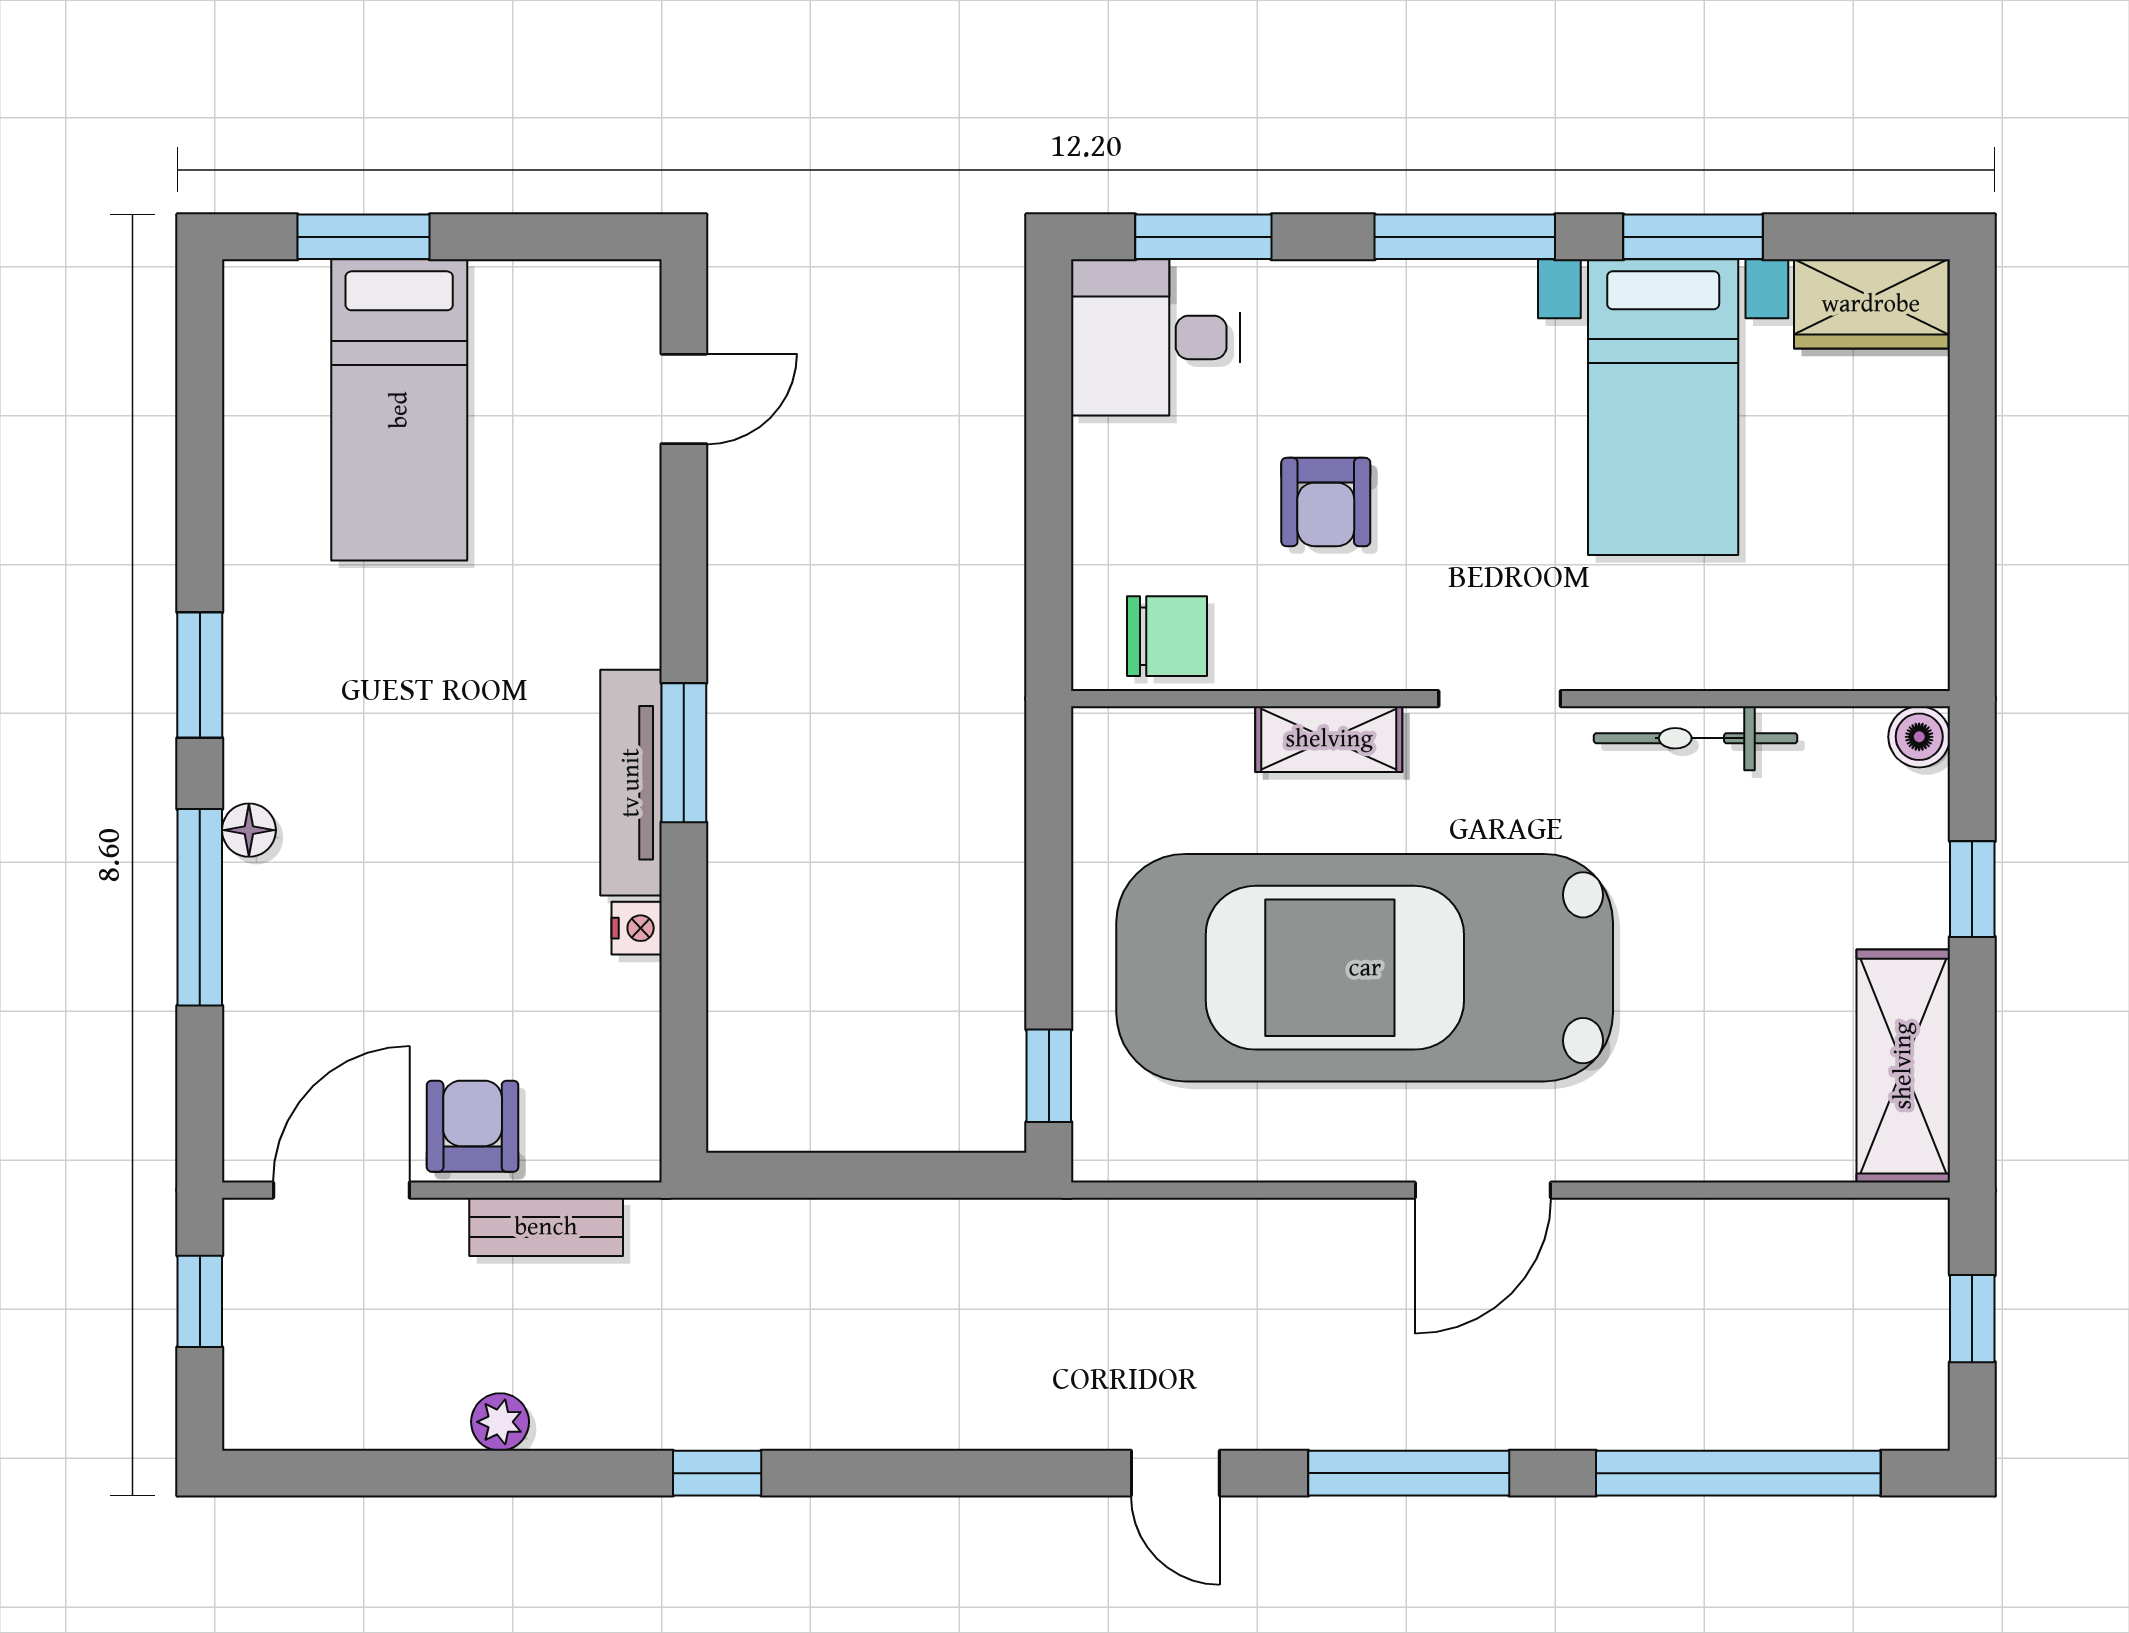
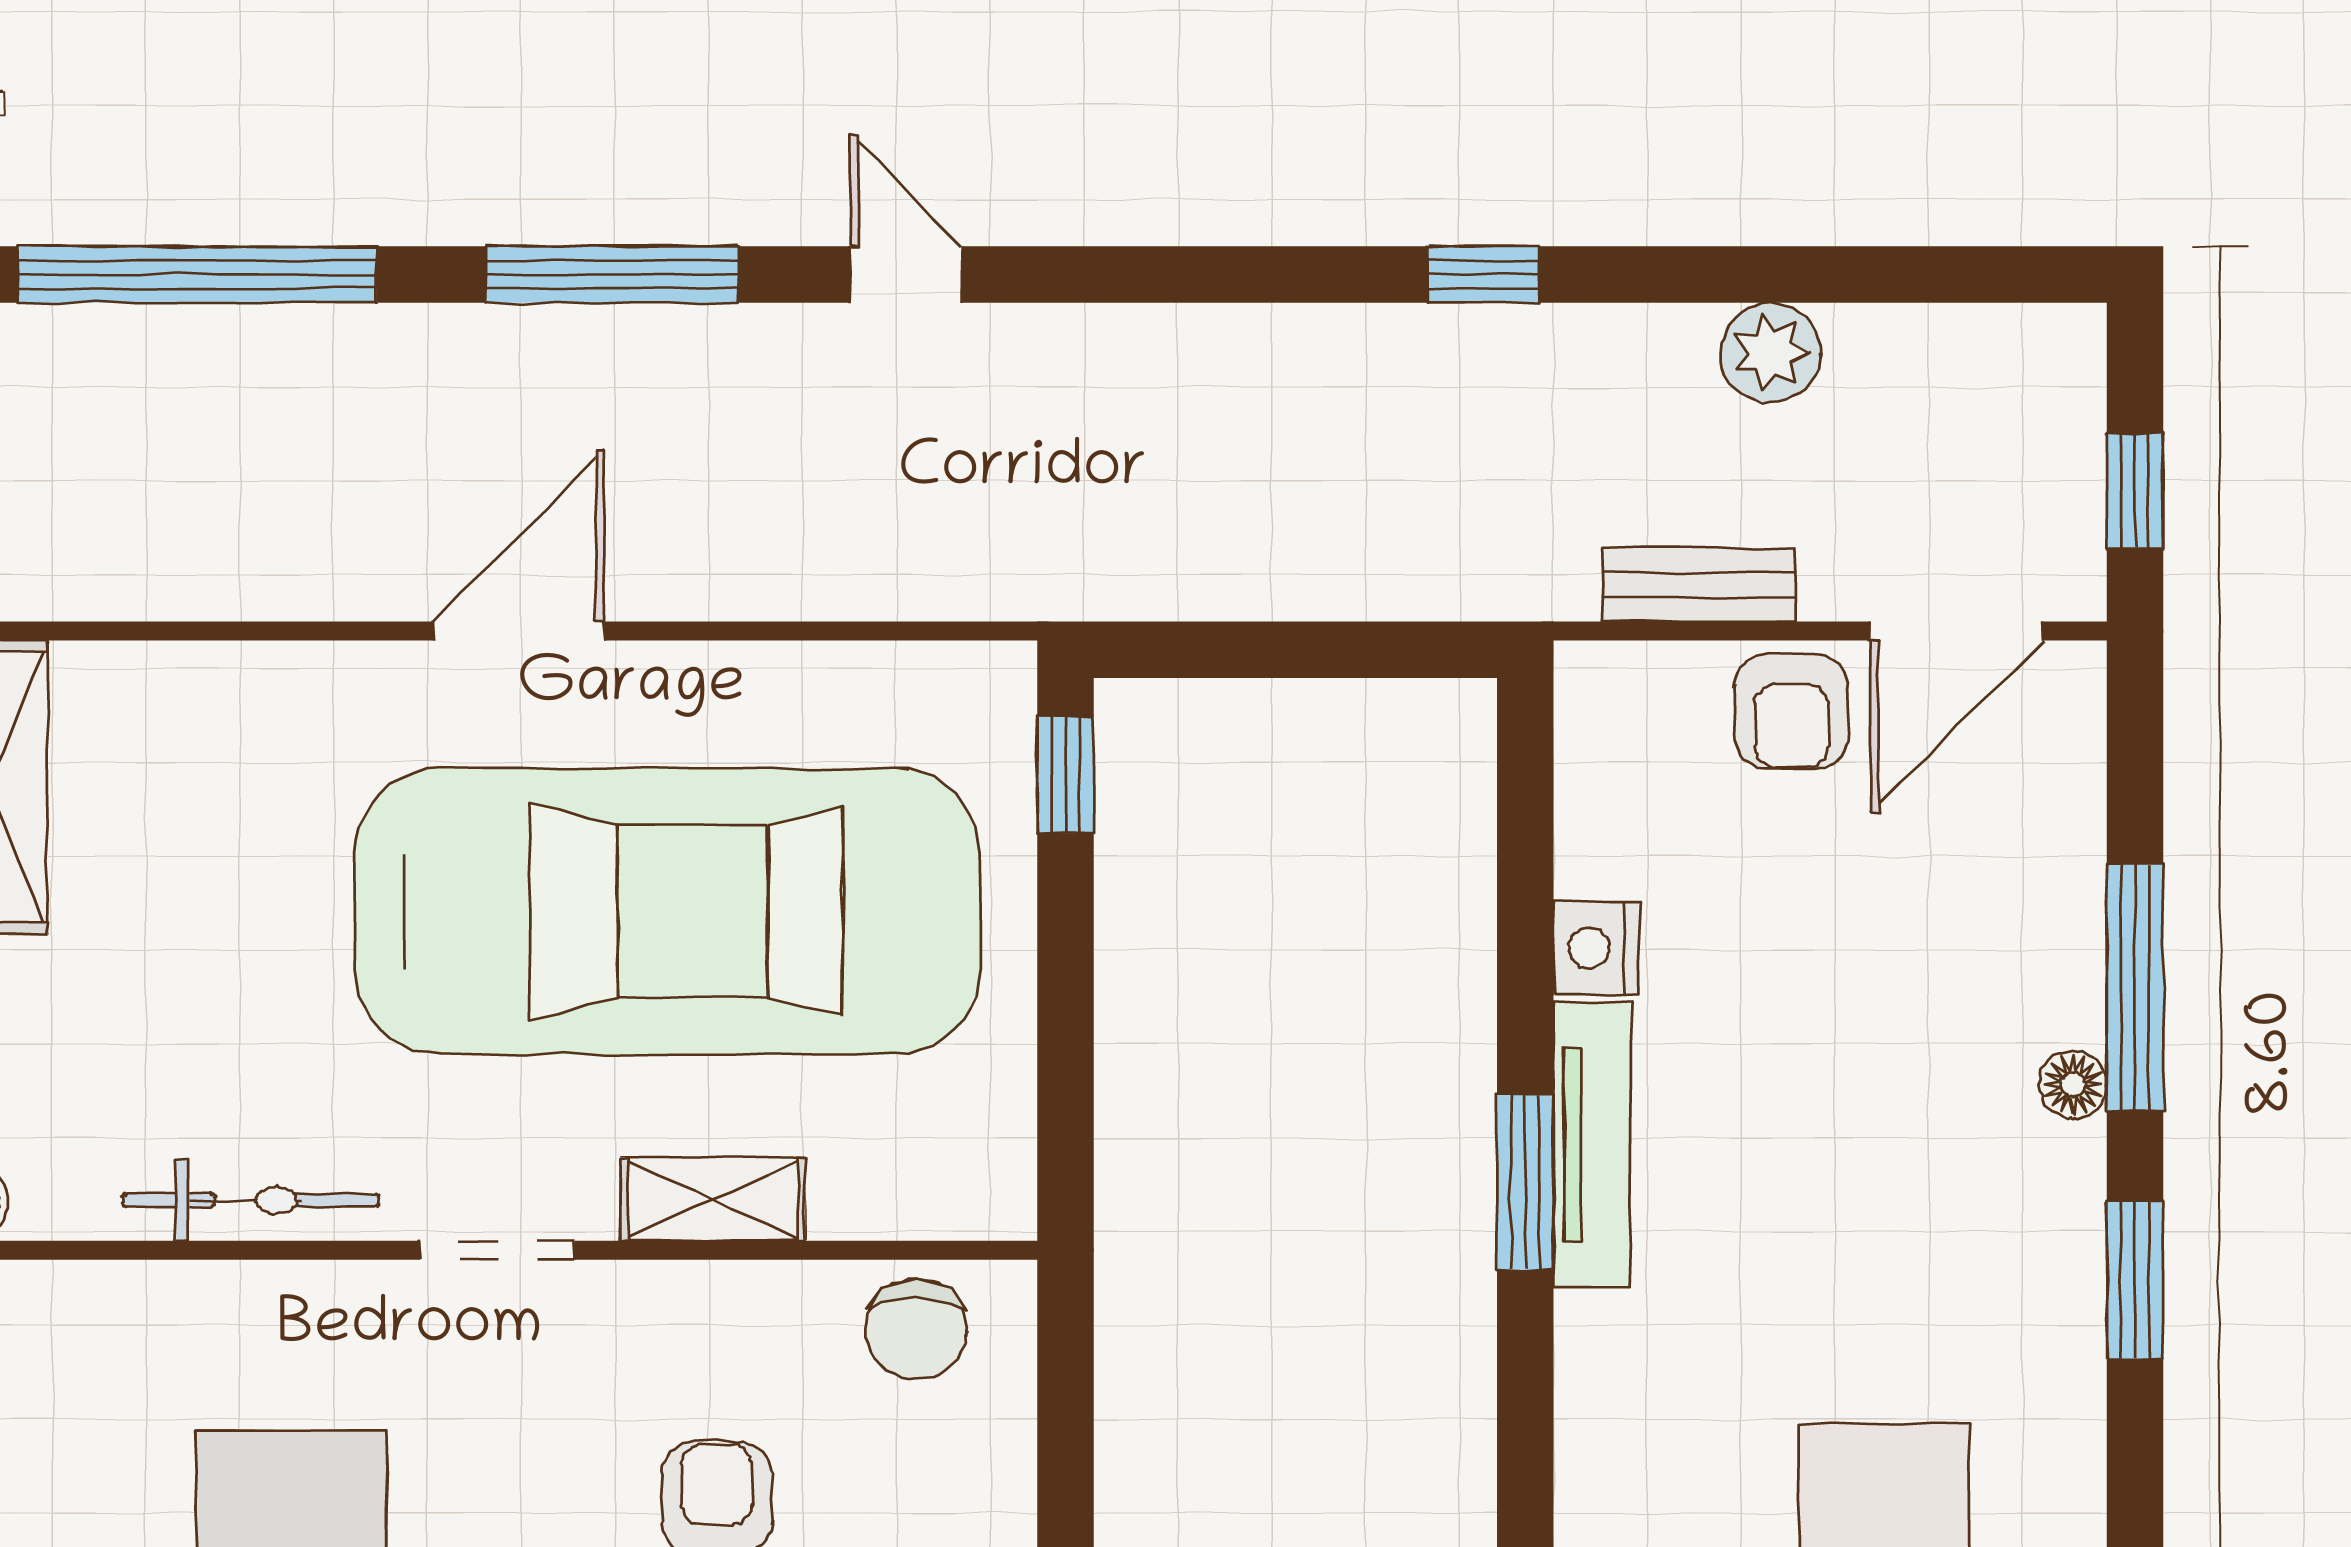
chair: (1167, 636) -> (916, 1329), turned -90
nightstand: (637, 928) -> (1596, 948), width x1.39, depth x1.35
plant: (500, 1422) -> (1770, 353), width x1.38, depth x1.38

